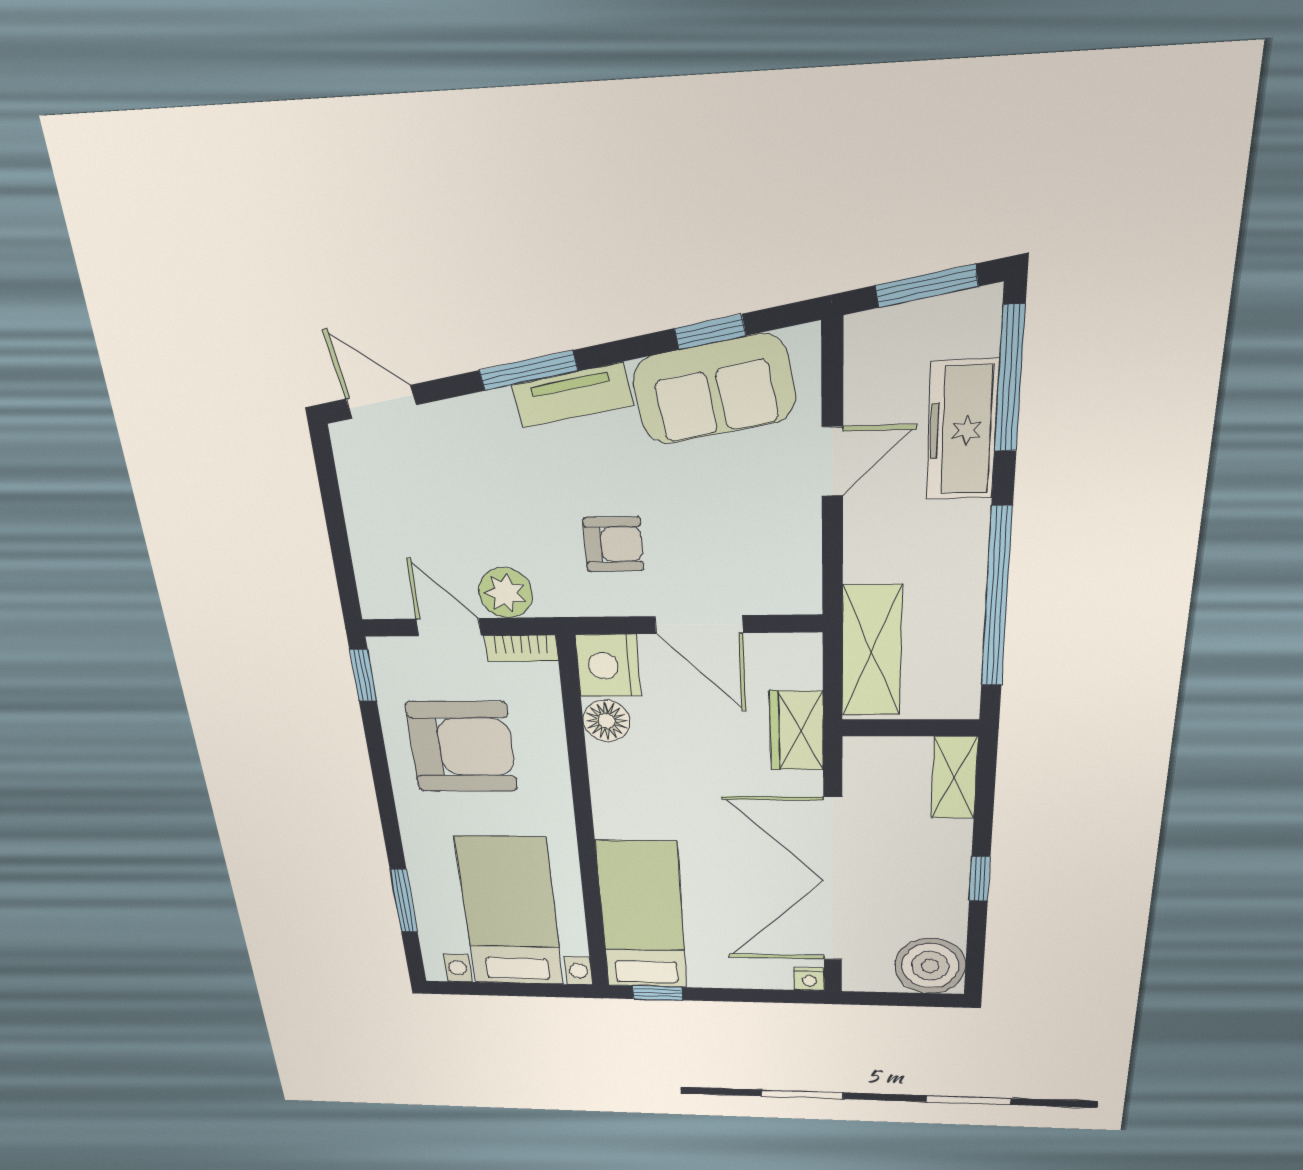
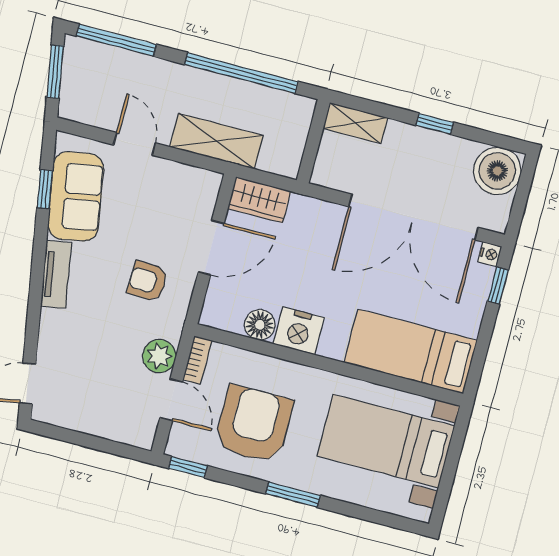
window: (528, 371) -> (36, 294), removed
freezer: (962, 430) -> (137, 71), removed
armchair: (613, 544) -> (148, 281), turned -88
door: (448, 627) -> (171, 400), swing flipped
shelving: (872, 651) -> (216, 141), moved
nightstand: (608, 666) -> (299, 331), moved
wardrobe: (797, 731) -> (259, 200), moved
window: (404, 901) -> (293, 495), moved
window: (658, 993) -> (498, 285), moved

